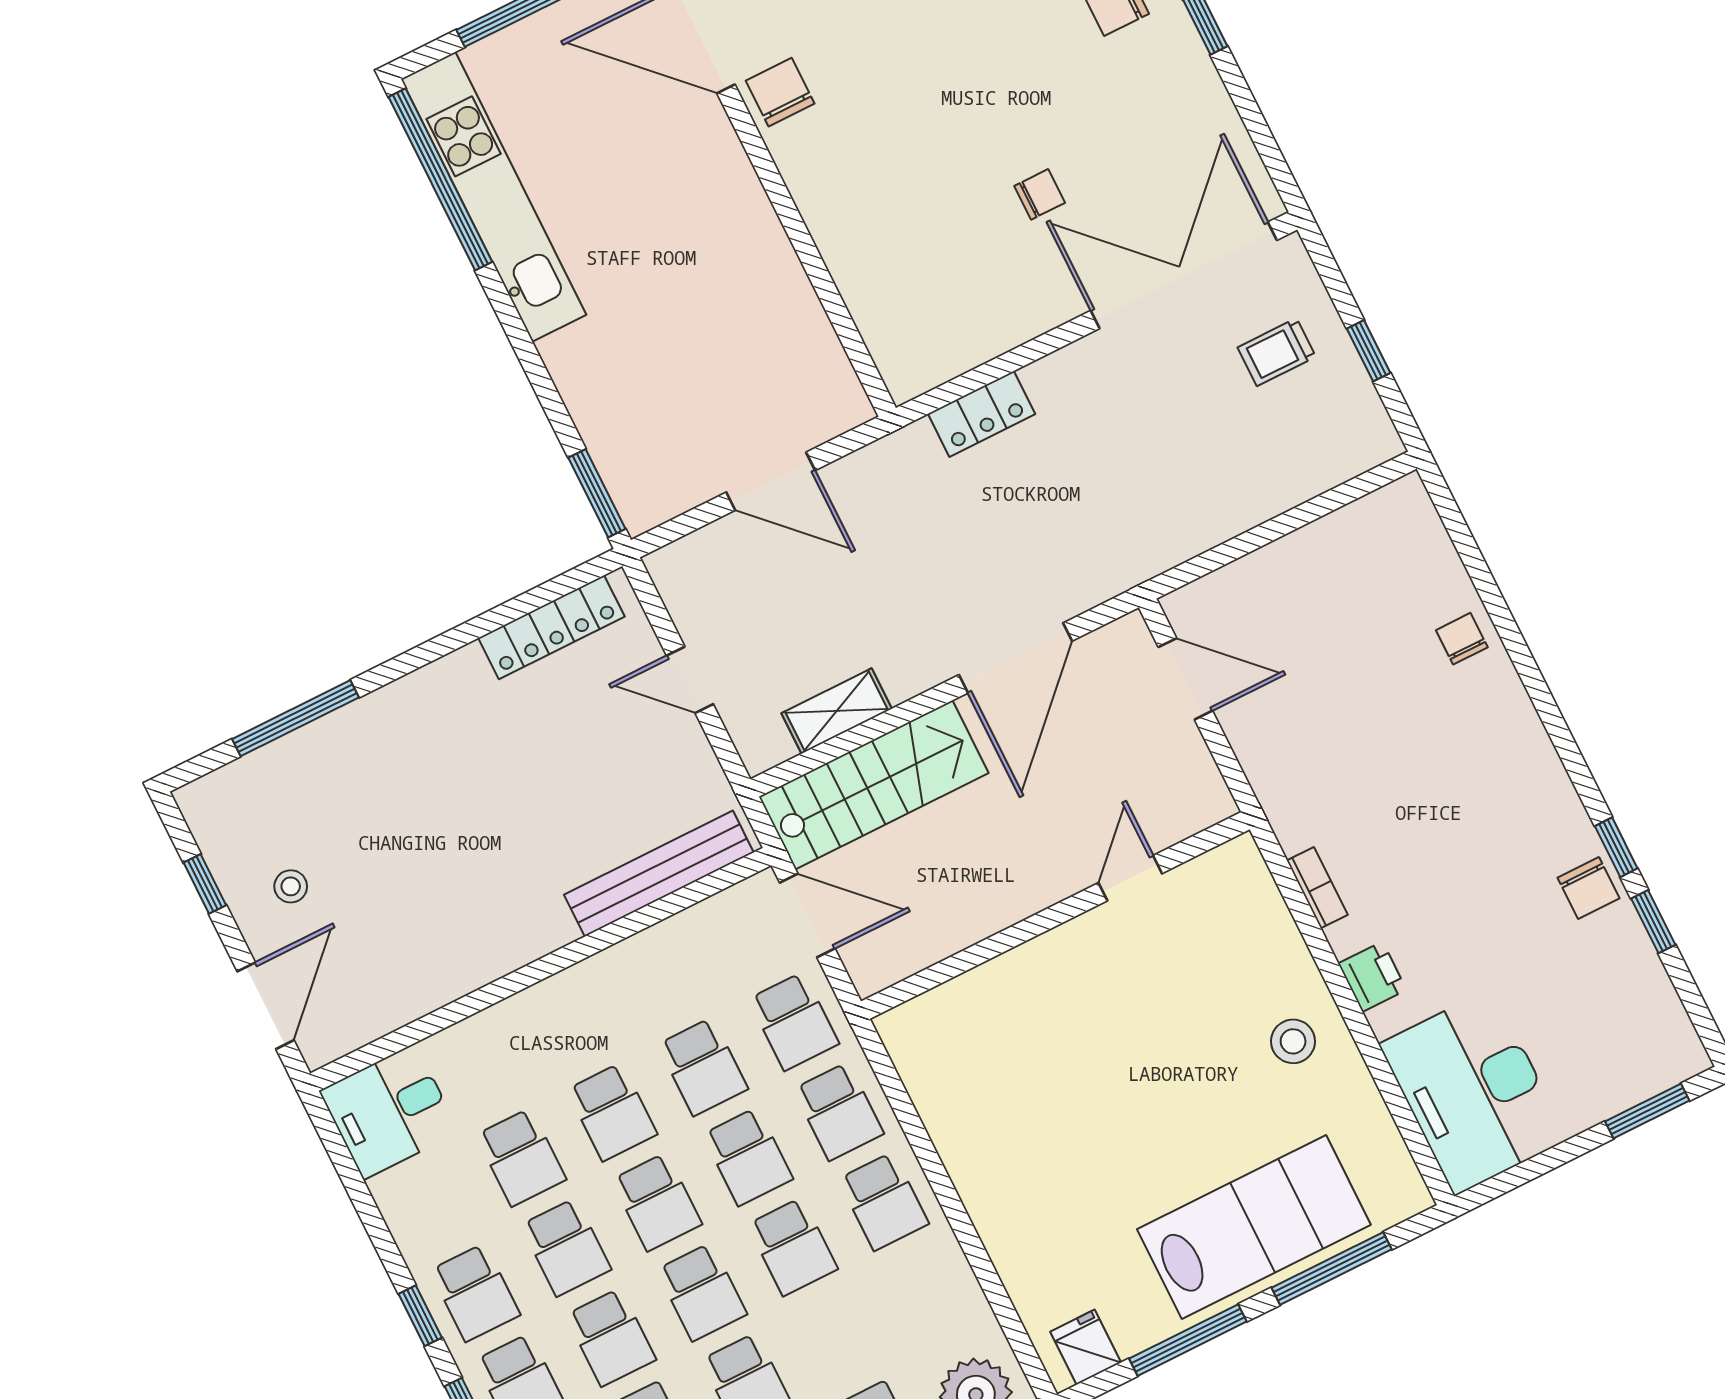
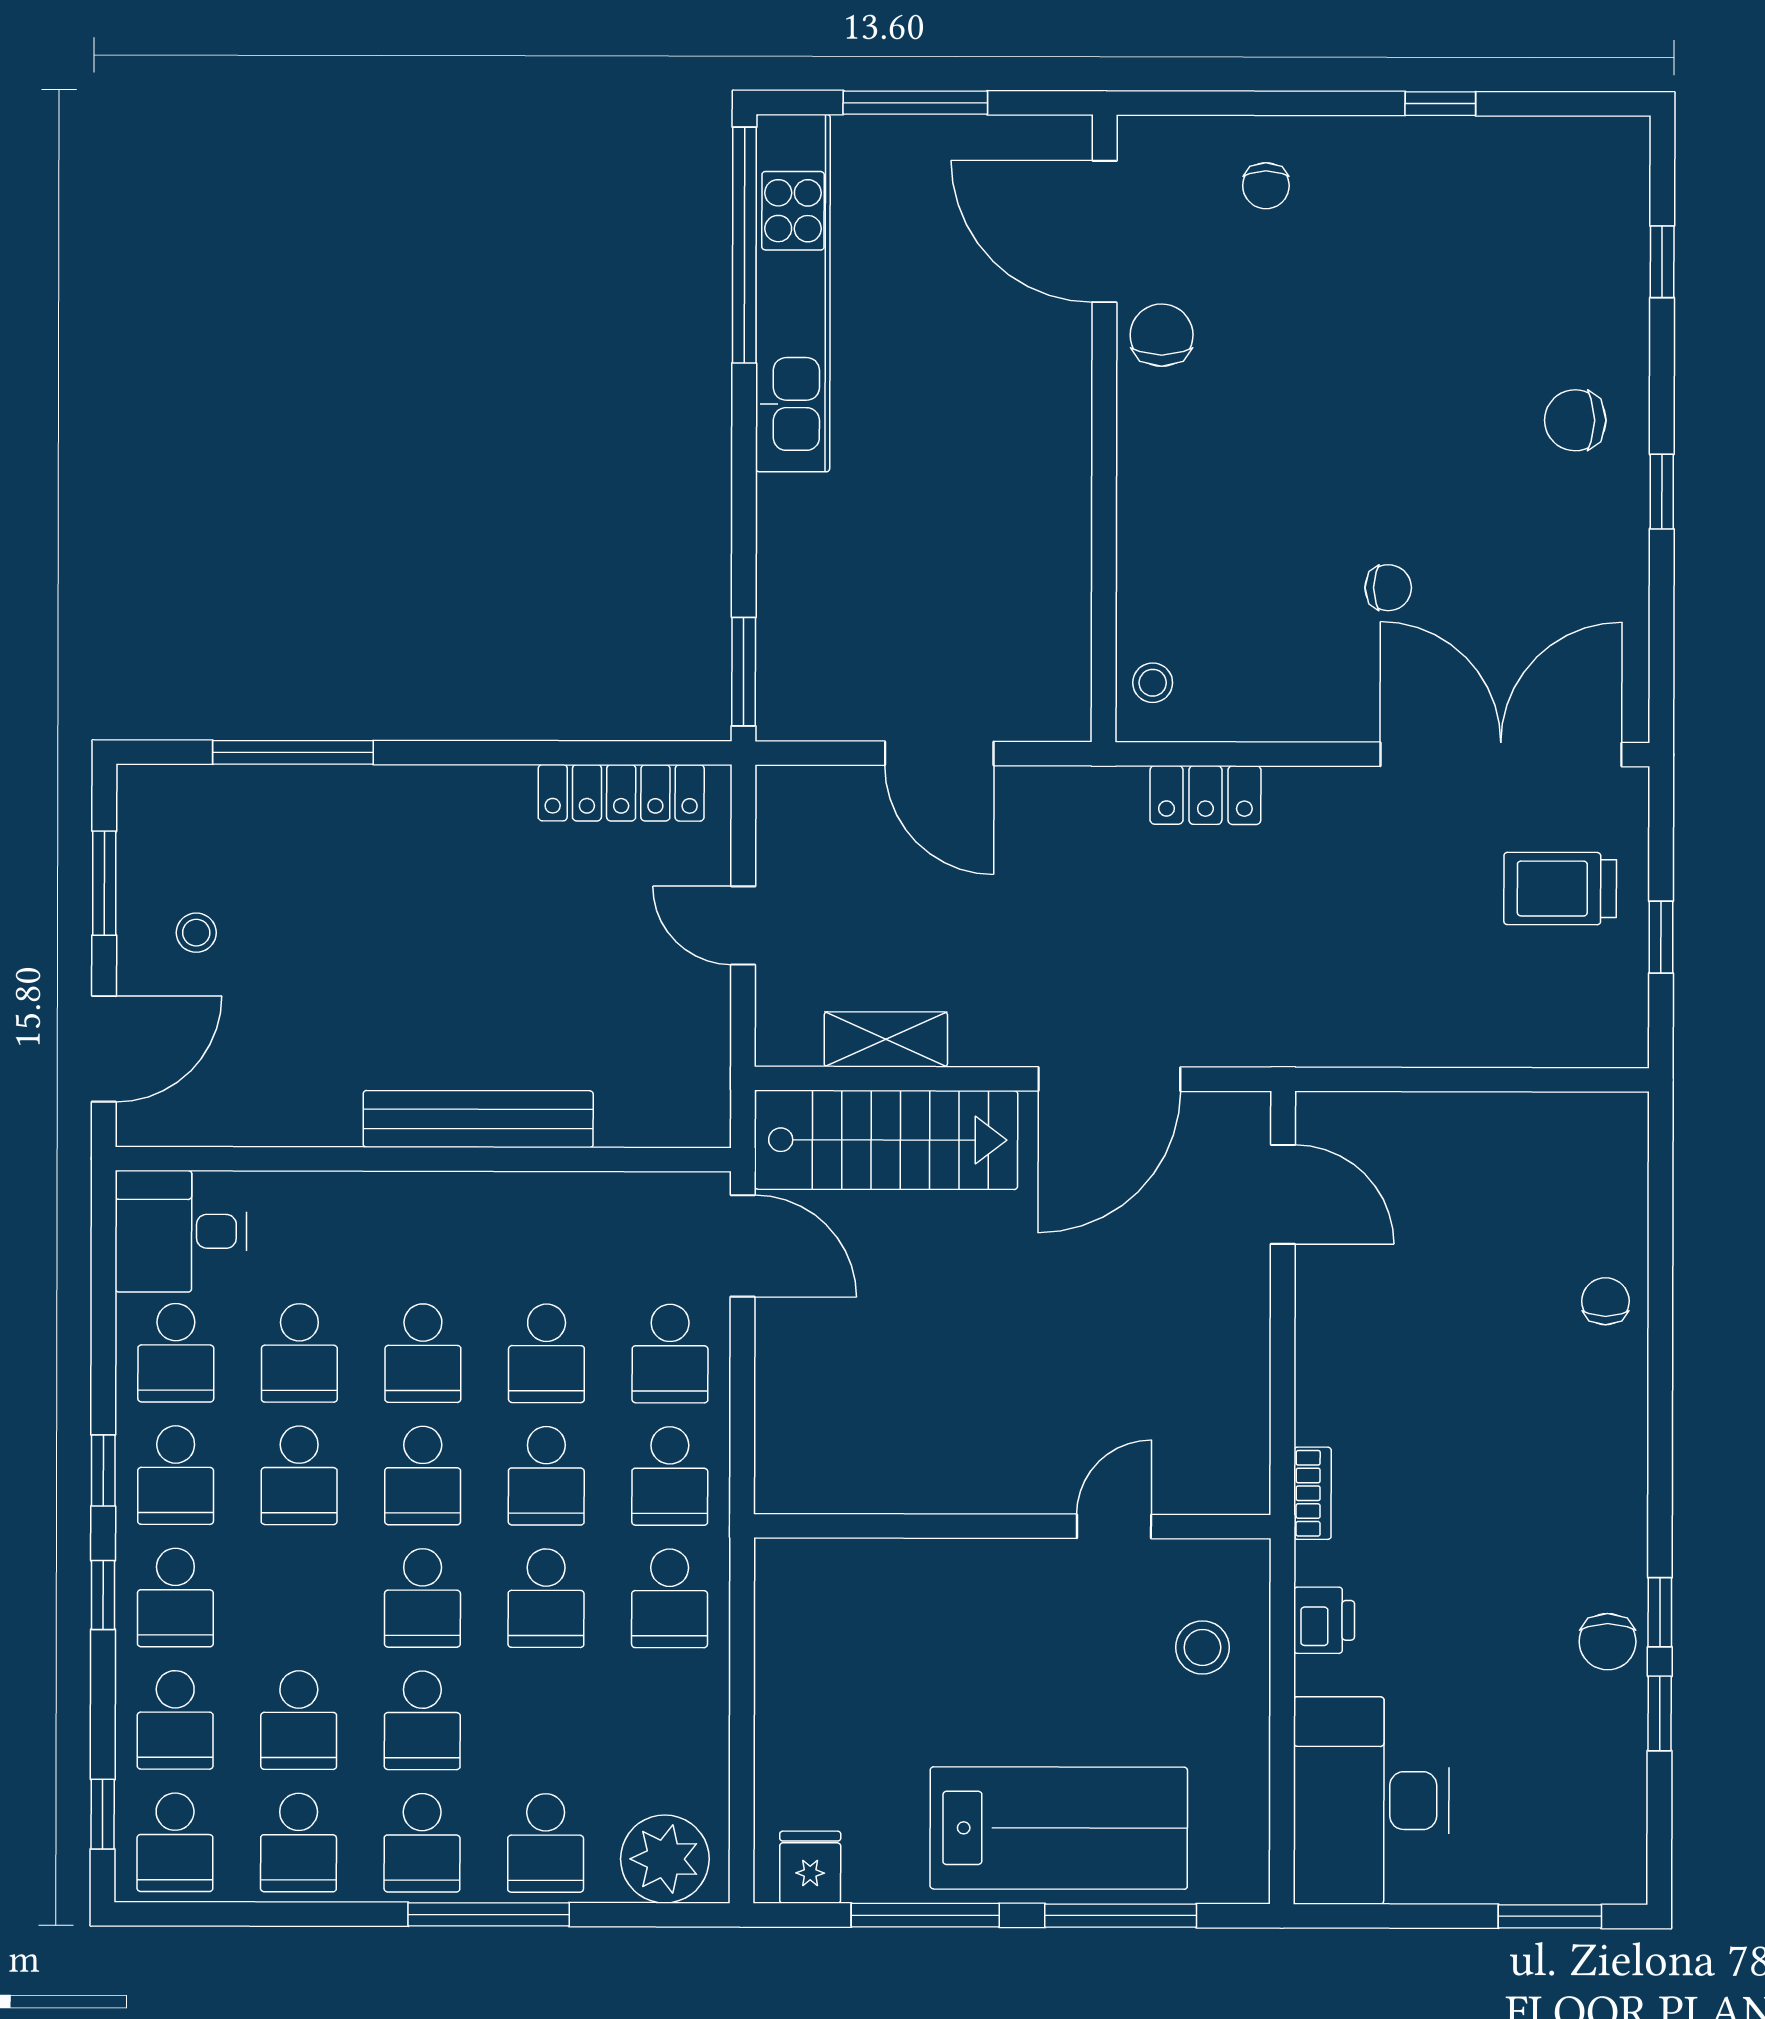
stool: (901, 351) -> (1153, 683), added
trolley: (1277, 352) -> (1560, 889), width x1.36, depth x1.39
bench: (659, 874) -> (478, 1119), moved
door: (1130, 878) -> (1114, 1526), moved
window: (205, 884) -> (104, 883), width x1.50
wall: (1055, 915) -> (1012, 1526), moved
school desk: (611, 1337) -> (176, 1353), moved

